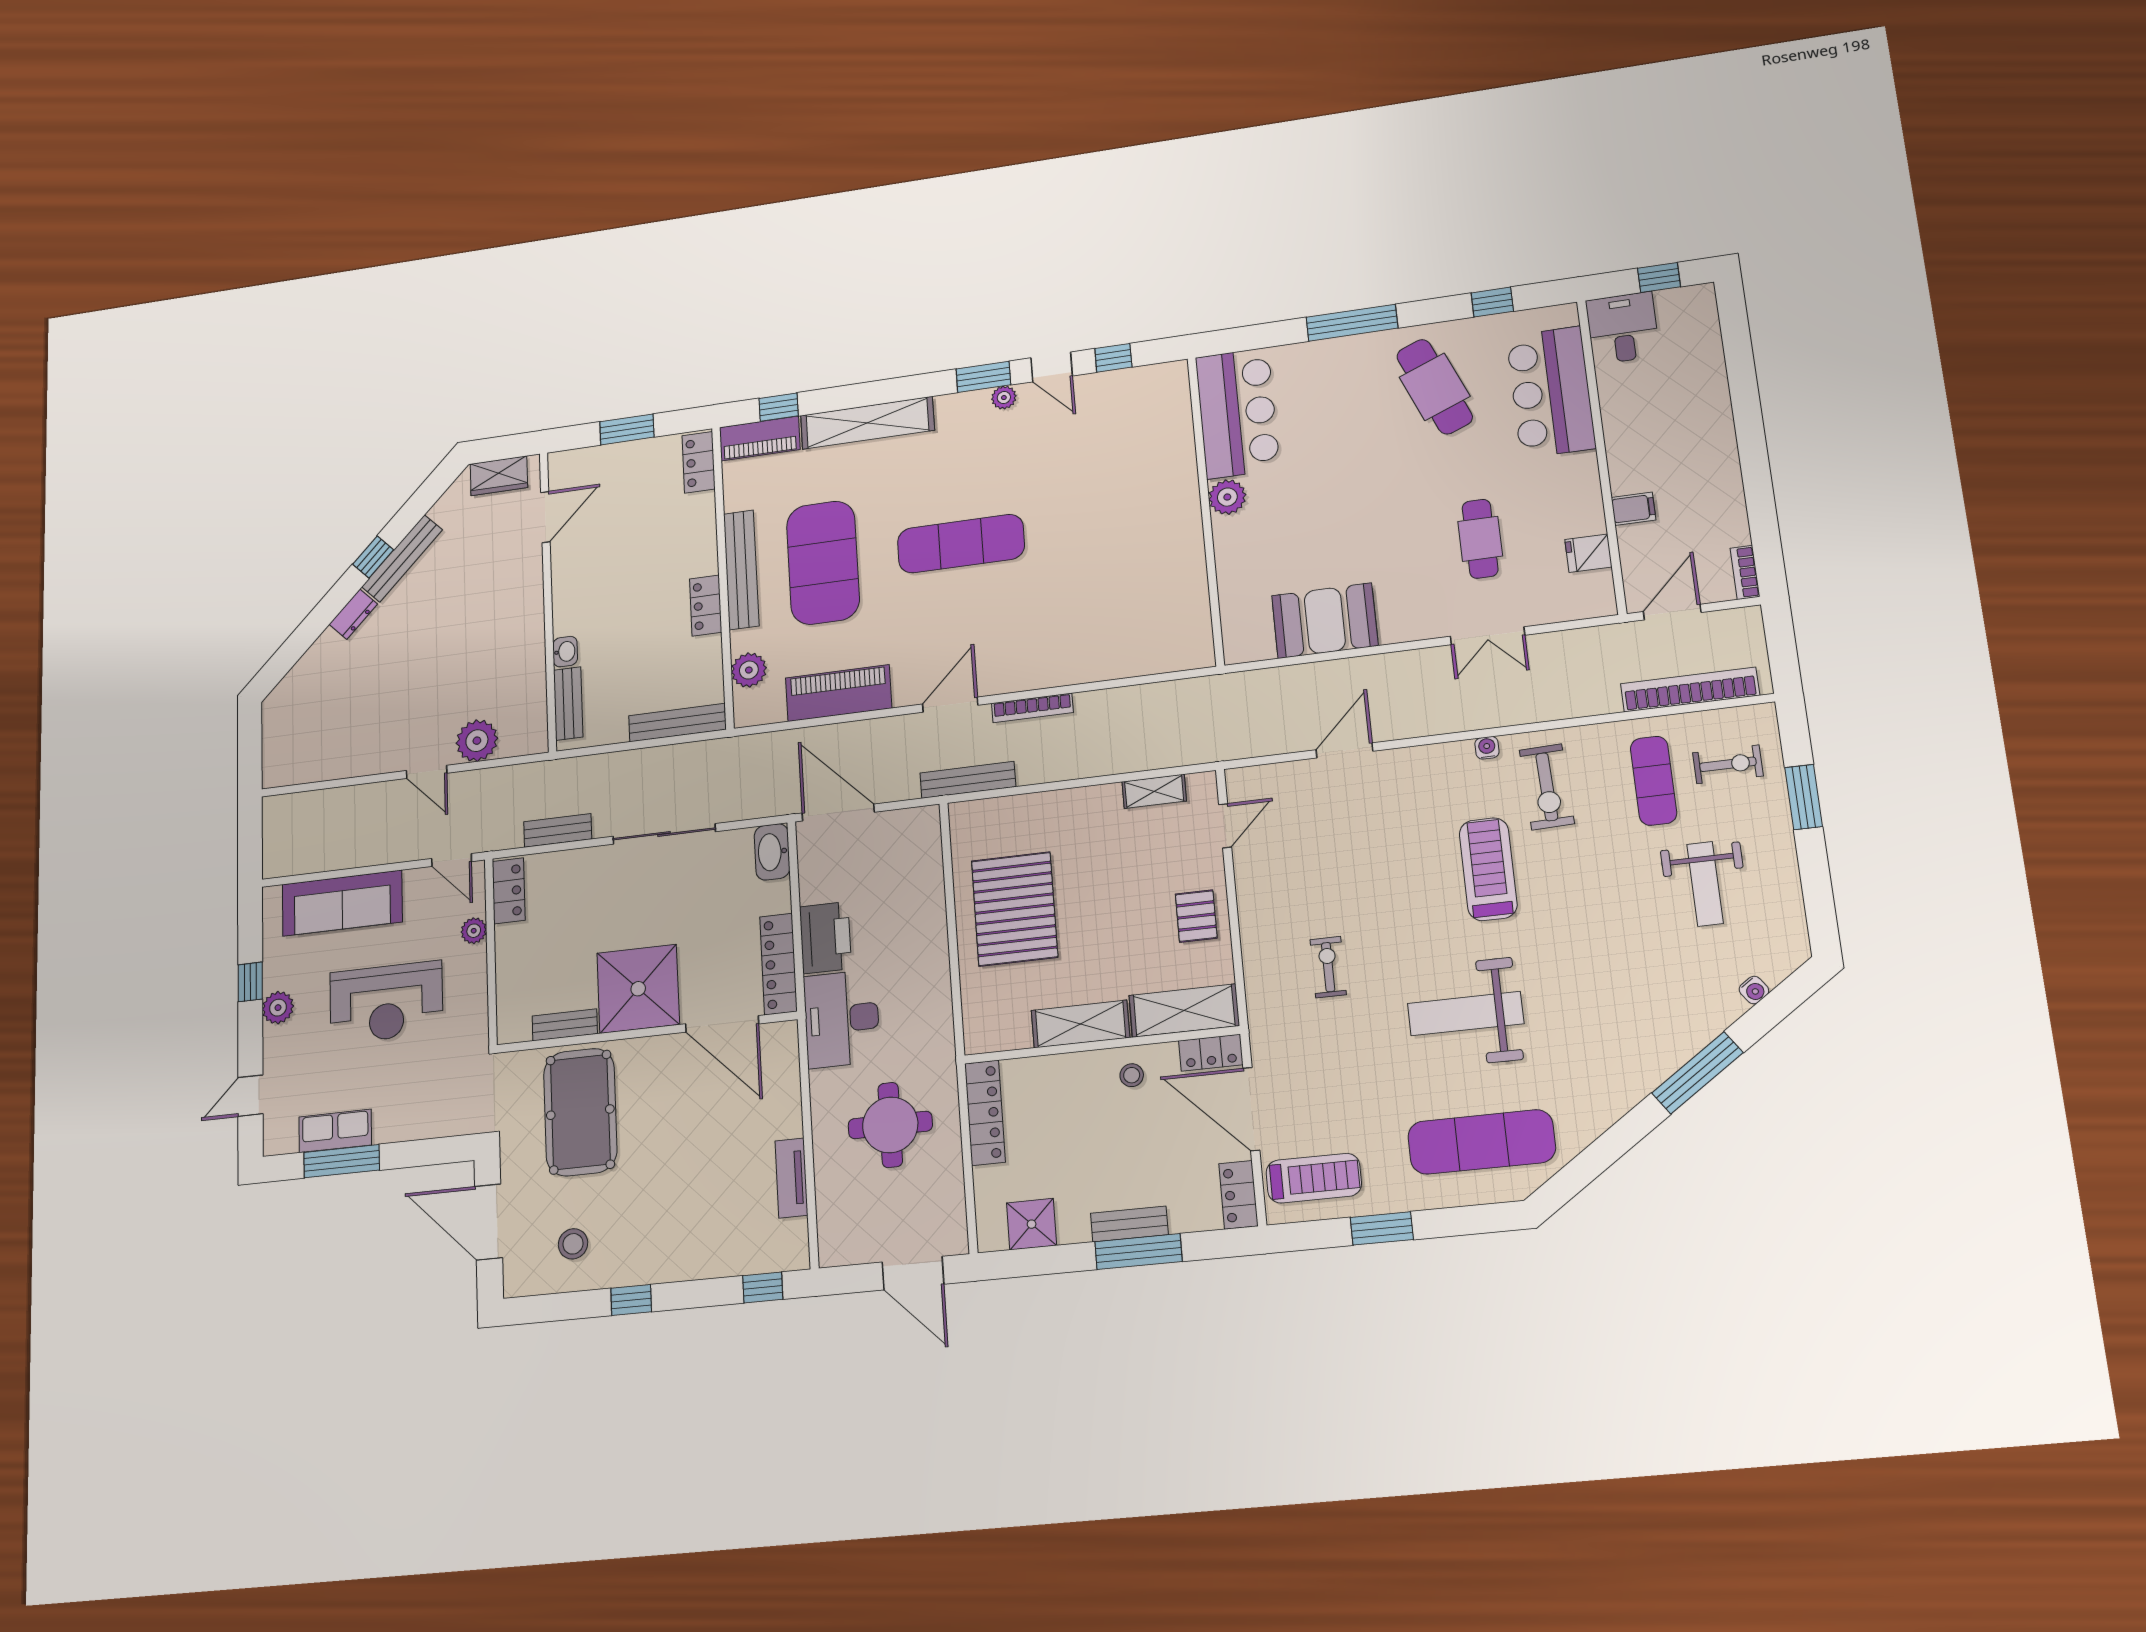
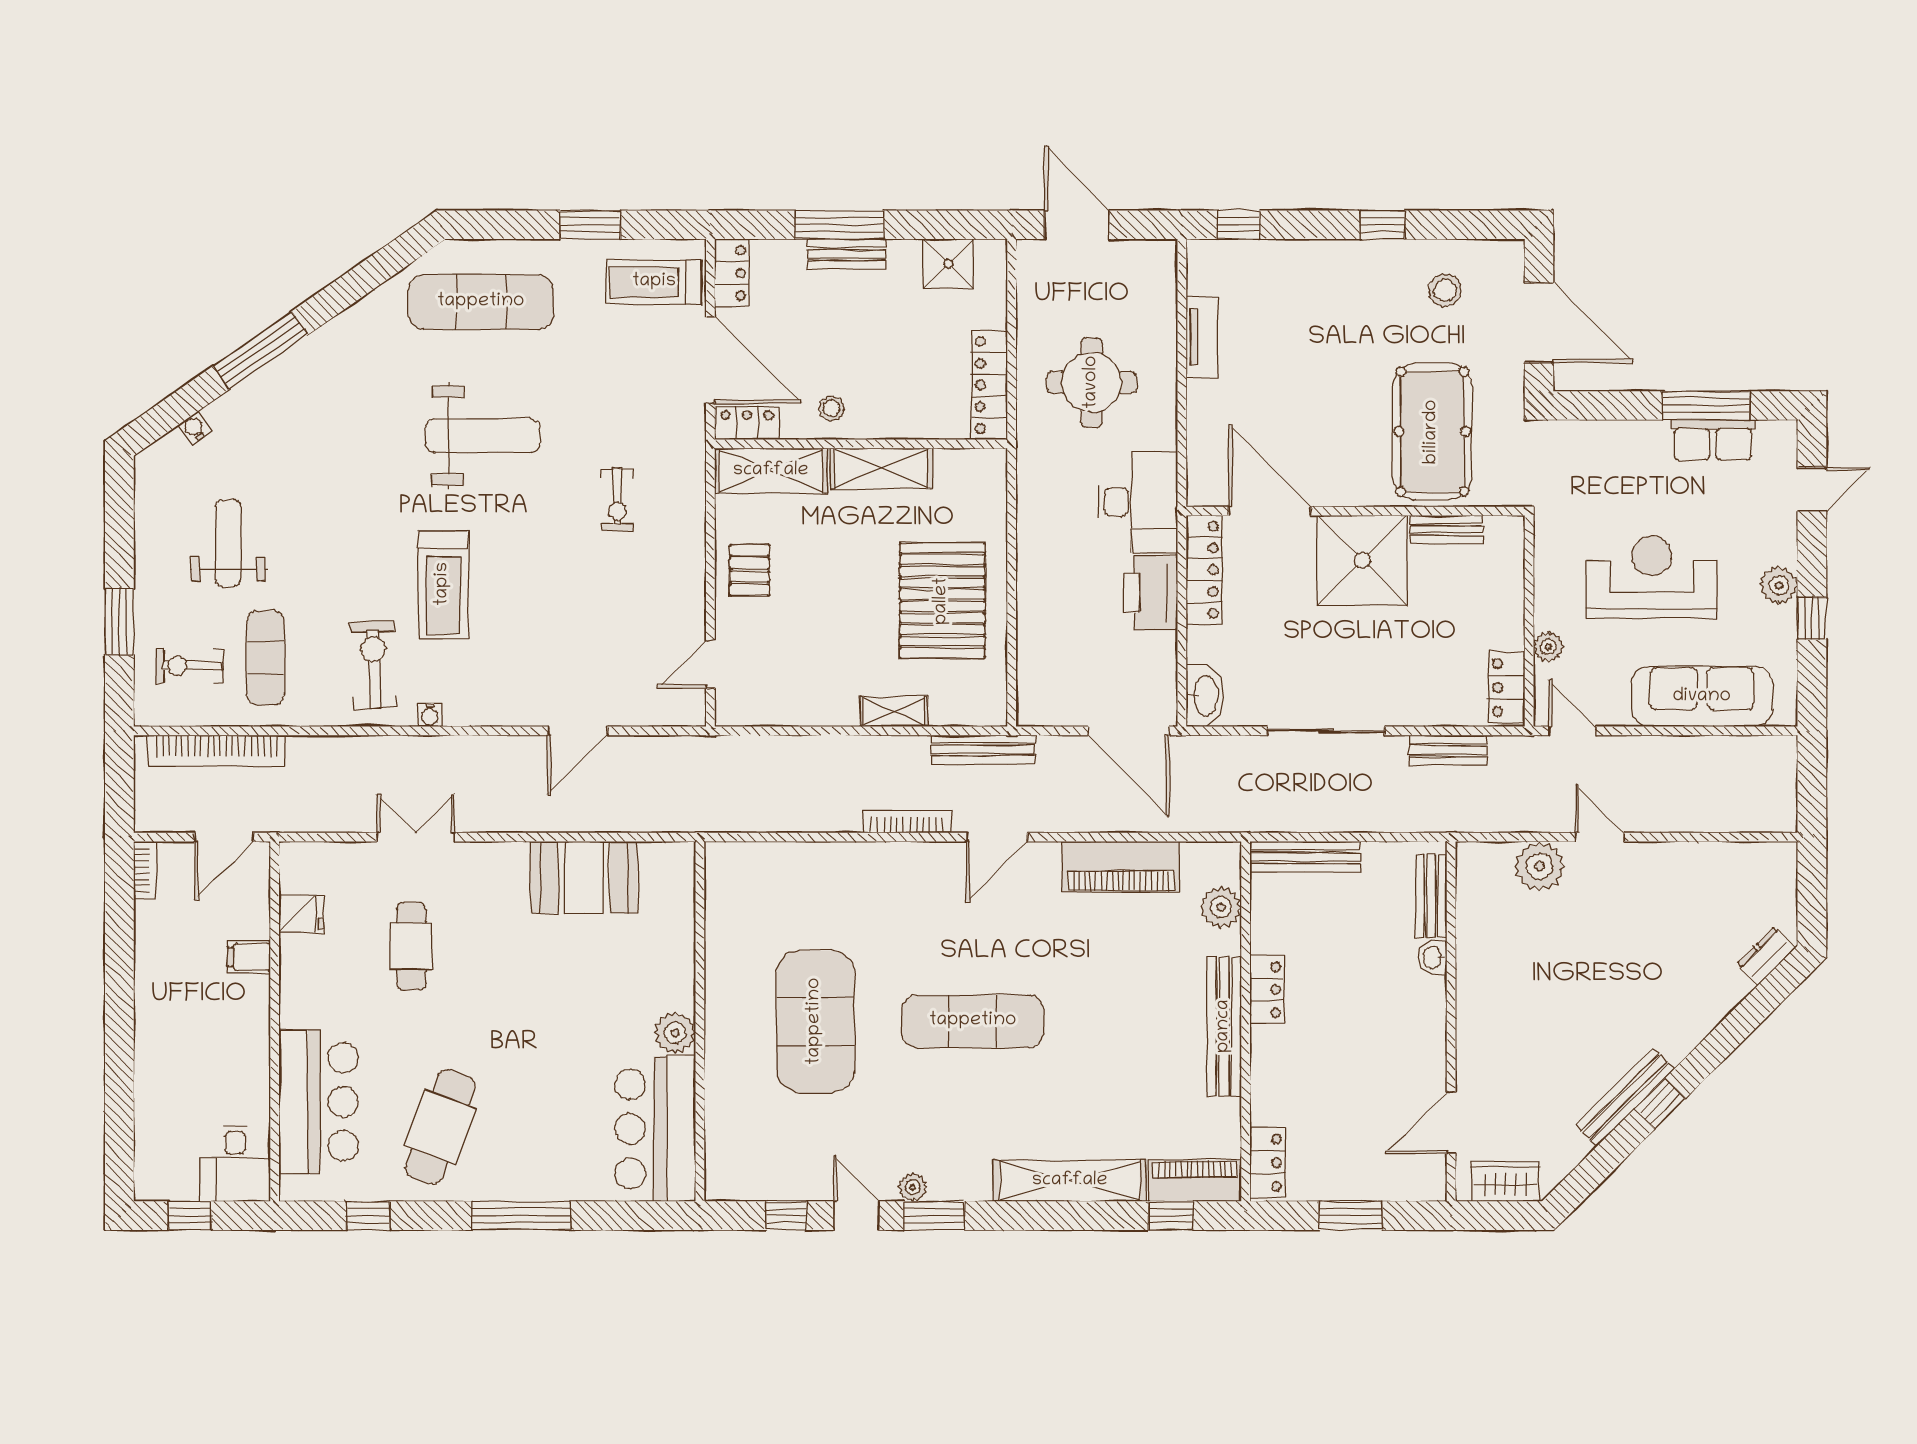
cafe table: (1435, 387) -> (440, 1127), turned 42
exercise mat: (823, 563) -> (815, 1021), moved
dresser: (353, 614) -> (1766, 956), moved
shelving: (1154, 791) -> (894, 712), moved

